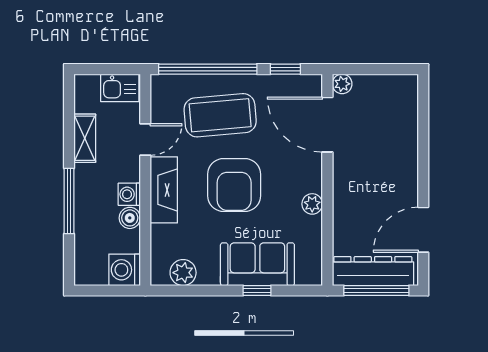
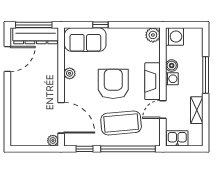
sofa: (257, 264) -> (85, 40), moved
plant: (183, 273) -> (153, 35), moved

